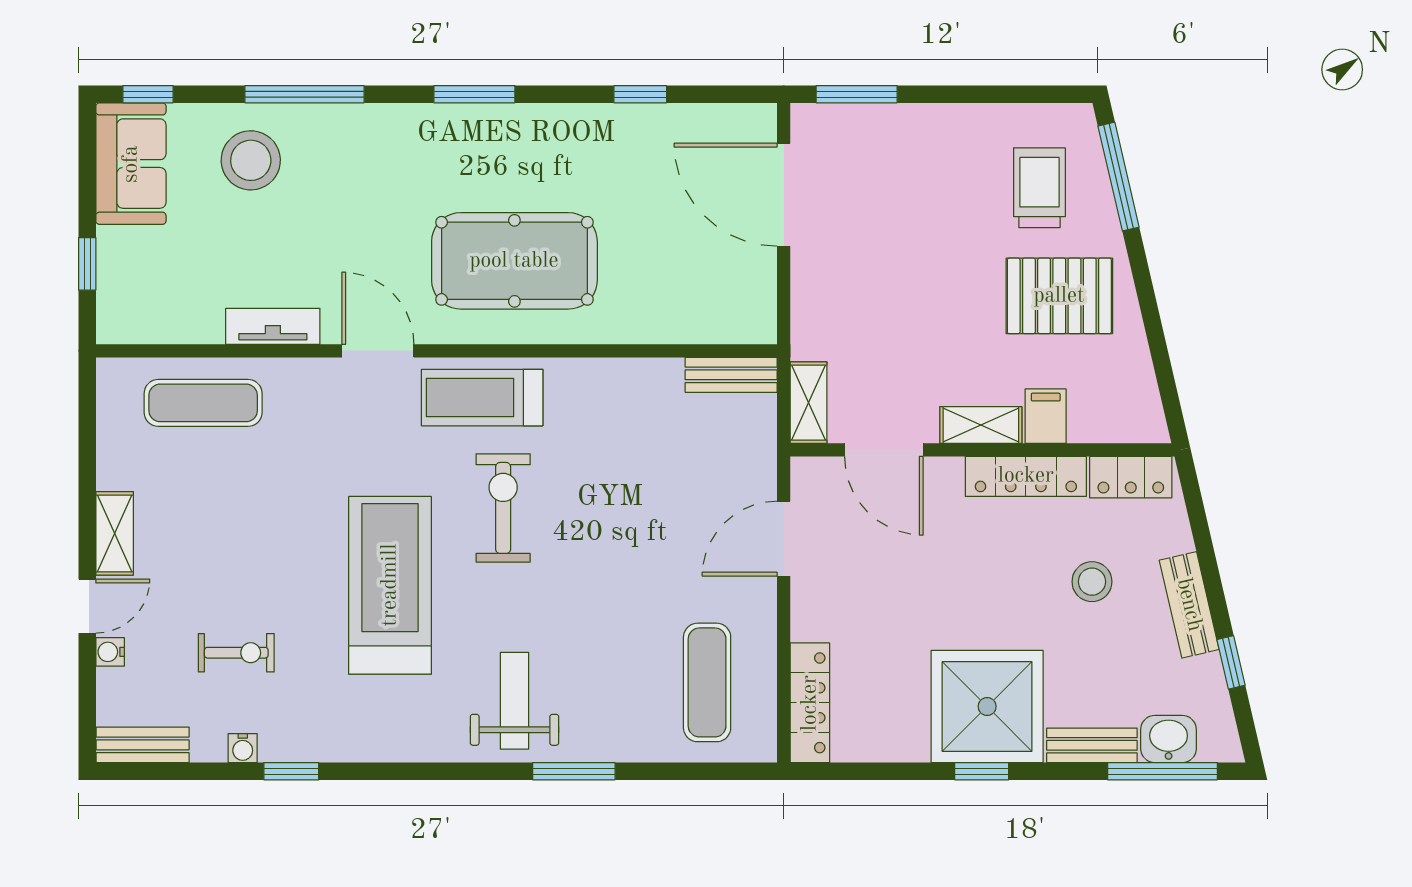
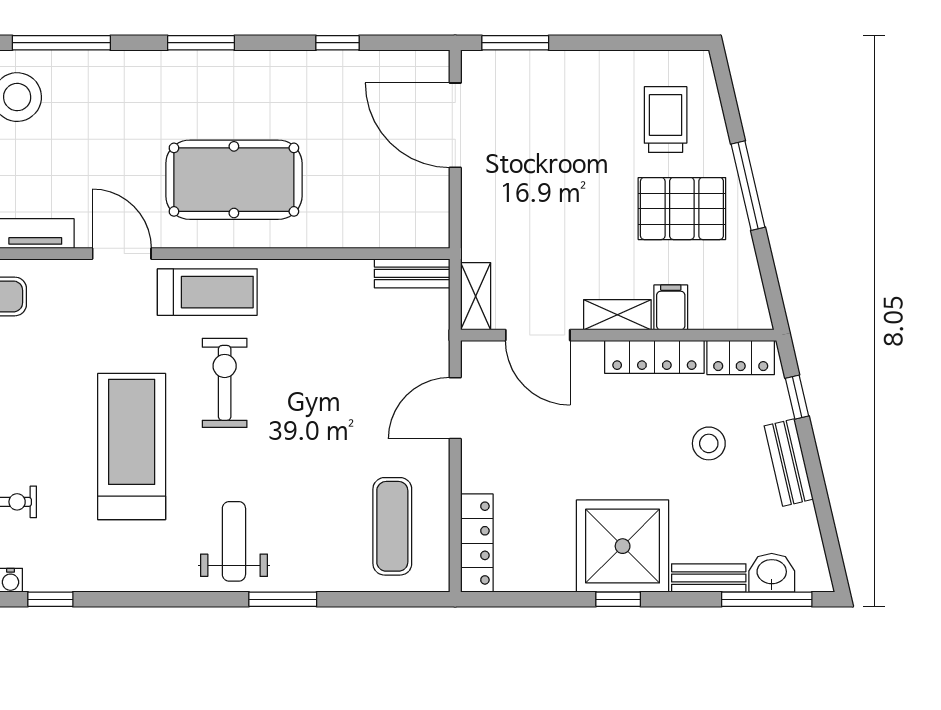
window: (1119, 177) -> (748, 186), moved
treadmill: (482, 398) -> (207, 292), turned 180
window: (1231, 662) -> (797, 397), moved

